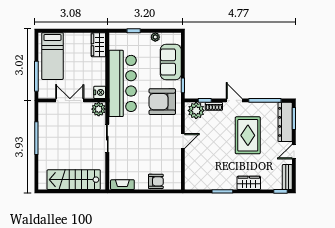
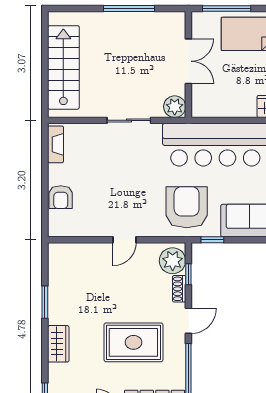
nightstand: (100, 92) -> (201, 108), removed
door: (183, 141) -> (125, 240), hinge flipped

